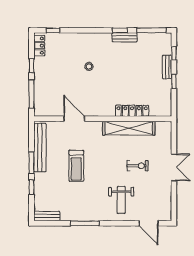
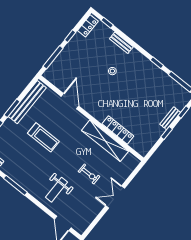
bench: (125, 37) -> (121, 43), moved
treadmill: (76, 166) -> (43, 137), turned -90
double door: (174, 167) -> (115, 197), swing flipped

